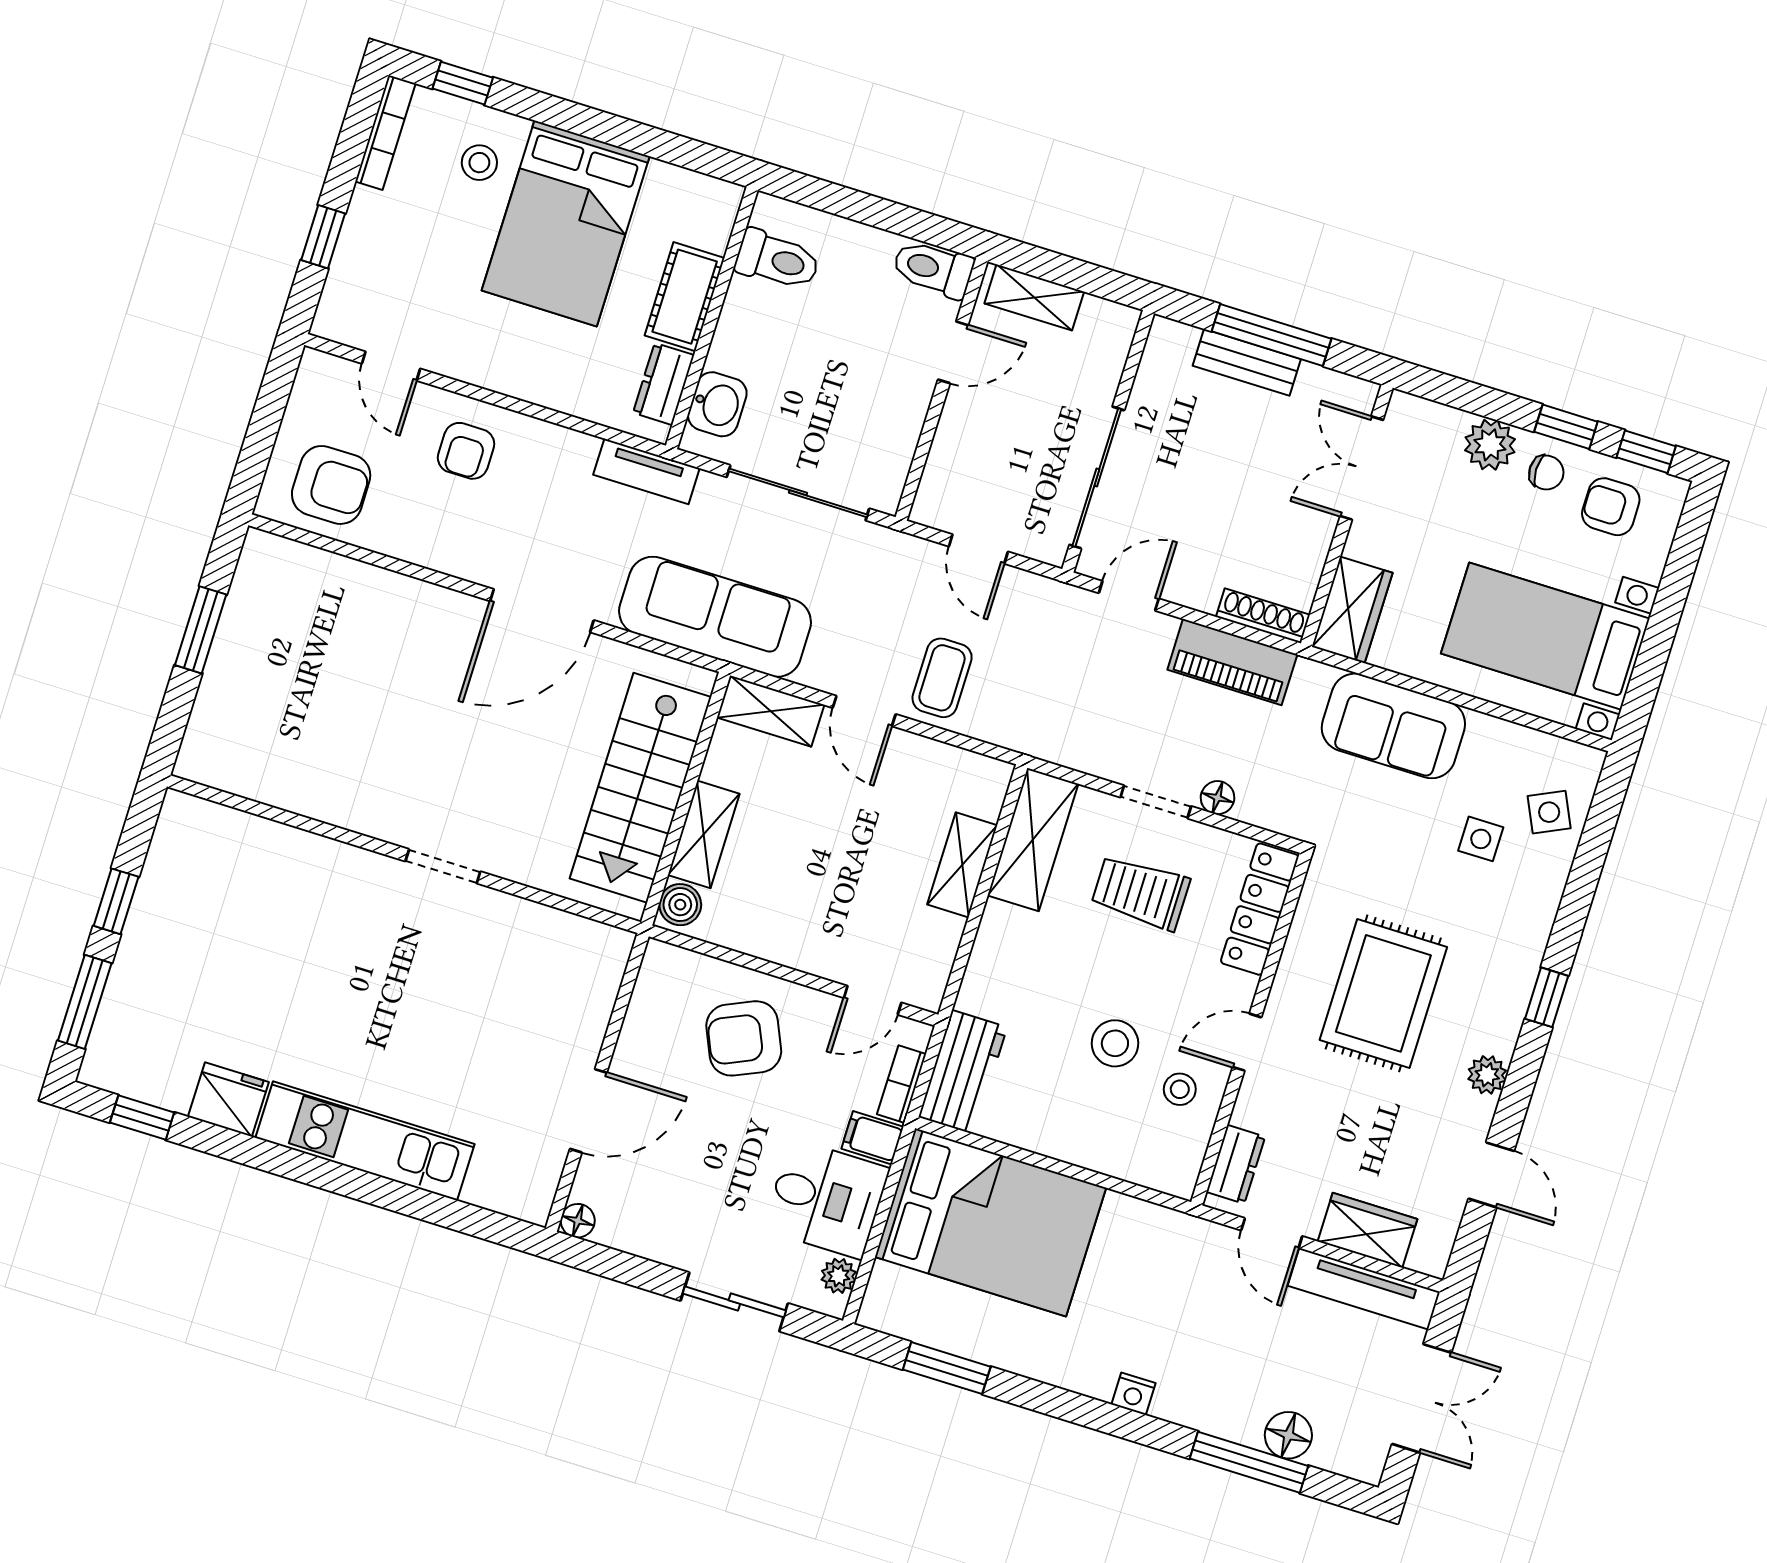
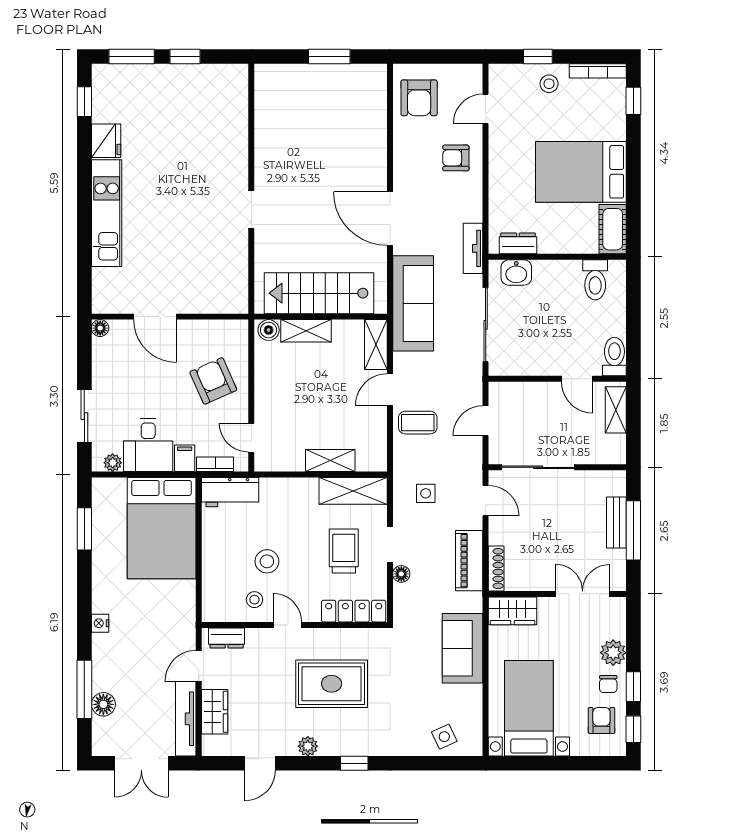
stool: (479, 163) -> (549, 84), moved
cot: (685, 297) -> (613, 229), moved, turned 90
side table: (1481, 839) -> (426, 493), moved

